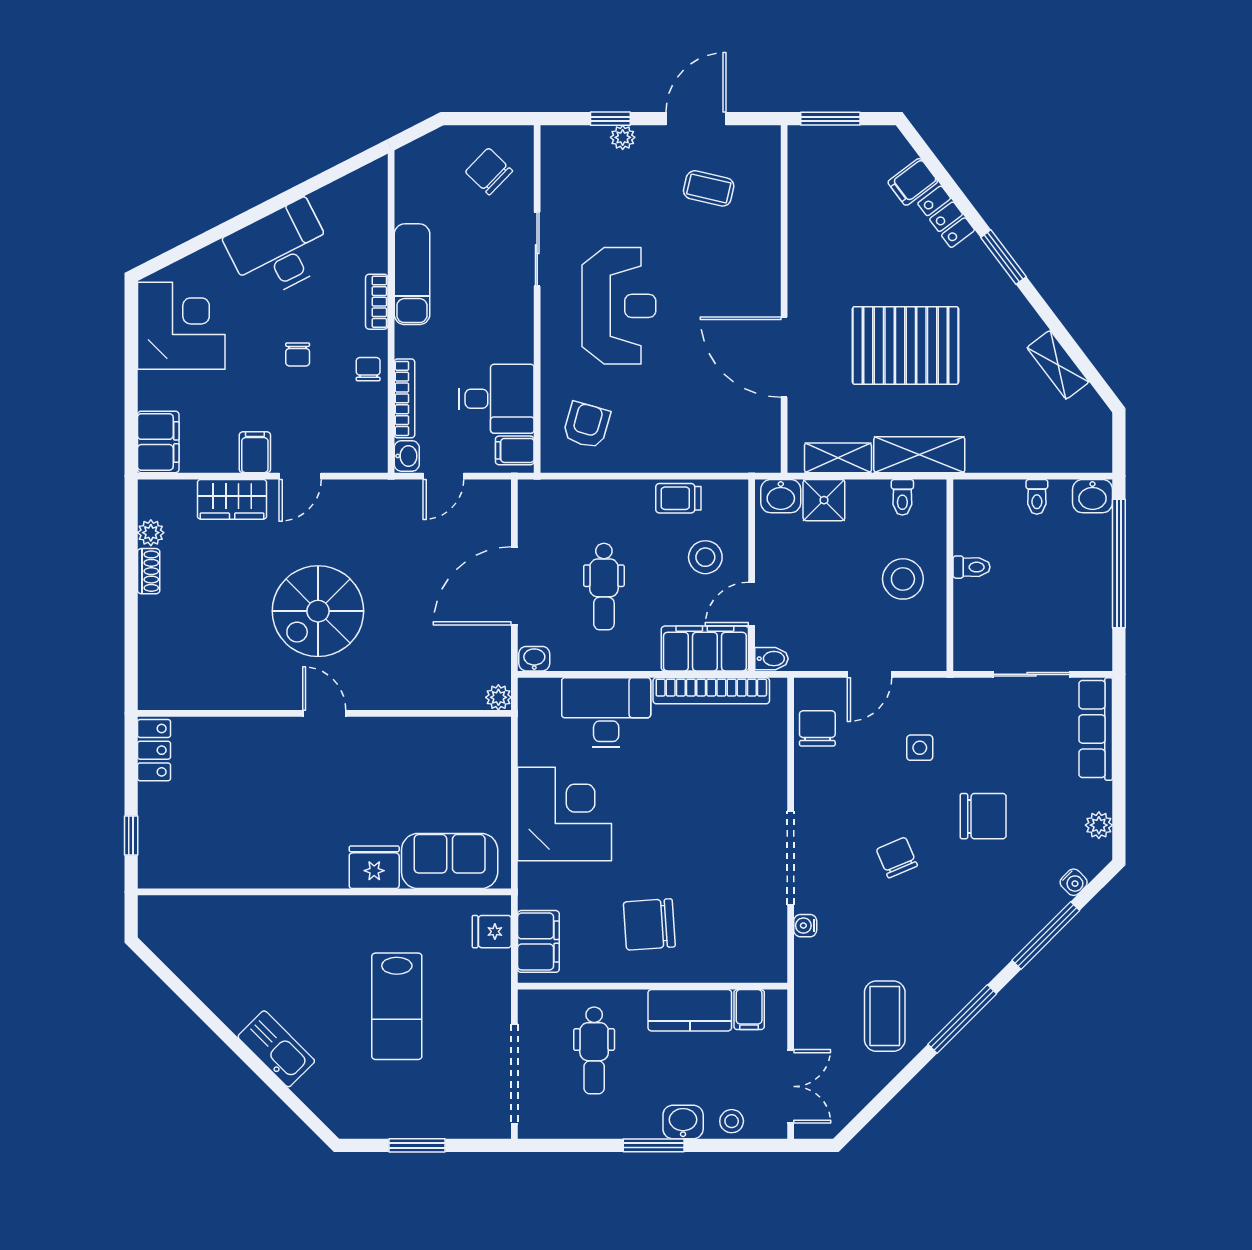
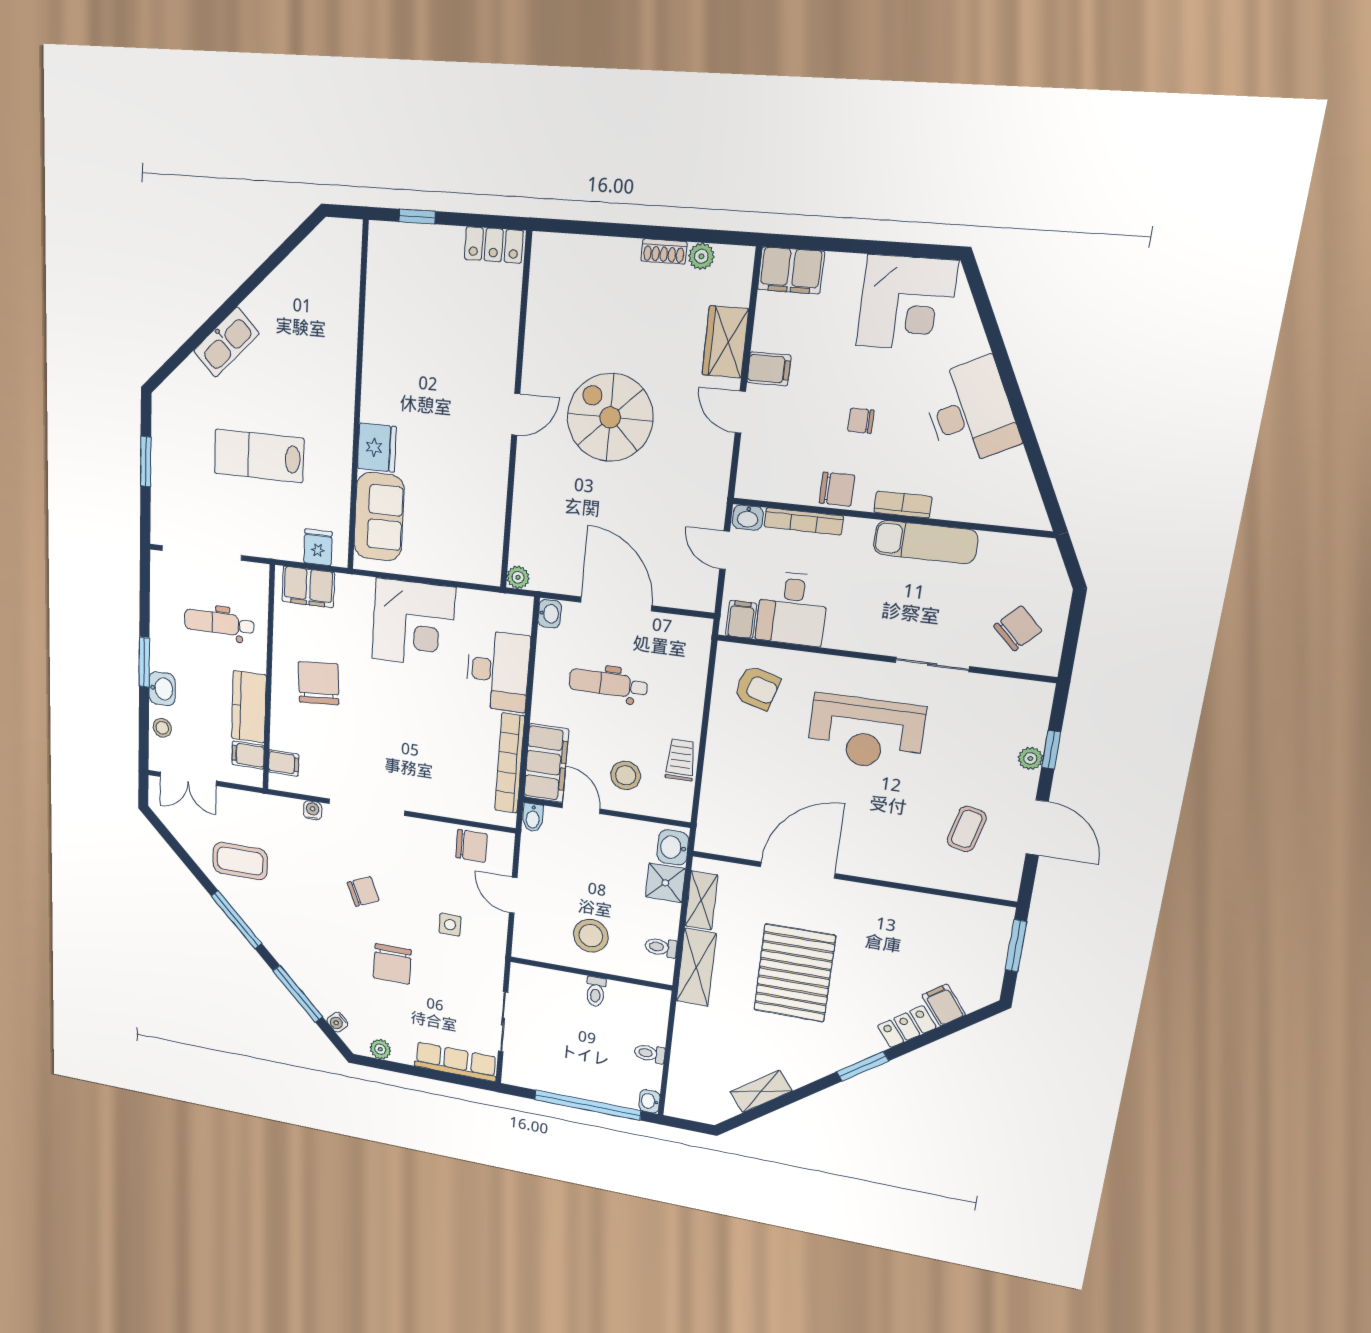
chair: (368, 369) -> (837, 489), width x1.37, depth x1.37
washbasin: (1093, 496) -> (649, 1101), width x0.72, depth x0.69
filing cabinet: (752, 964) -> (284, 763), added

